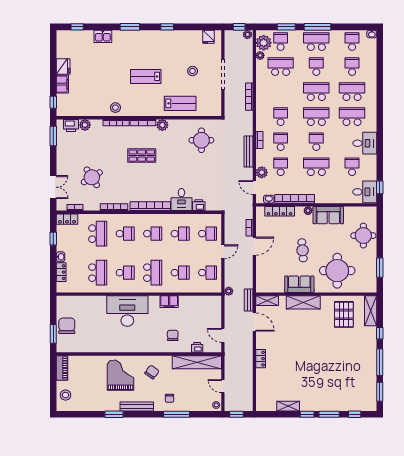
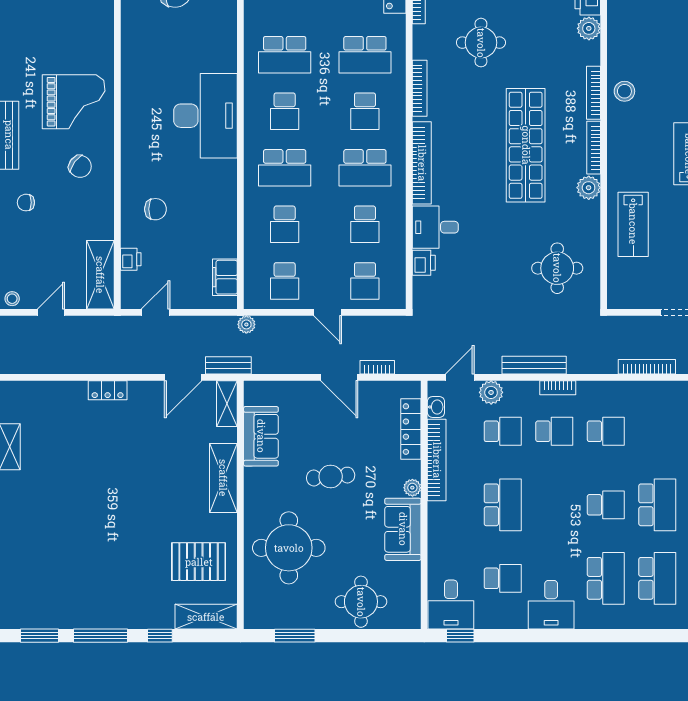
school desk: (316, 117) -> (606, 505), width x0.54
school desk: (316, 142) -> (554, 505), removed
shop shelf: (142, 156) -> (526, 145), width x2.00, depth x1.36
round table: (92, 177) -> (481, 43), turned 32
school desk: (153, 234) -> (365, 168), width x1.85
sofa: (299, 284) -> (261, 436), moved
filing cabinet: (169, 302) -> (225, 277), moved
shelving: (197, 362) -> (100, 275), width x0.68

